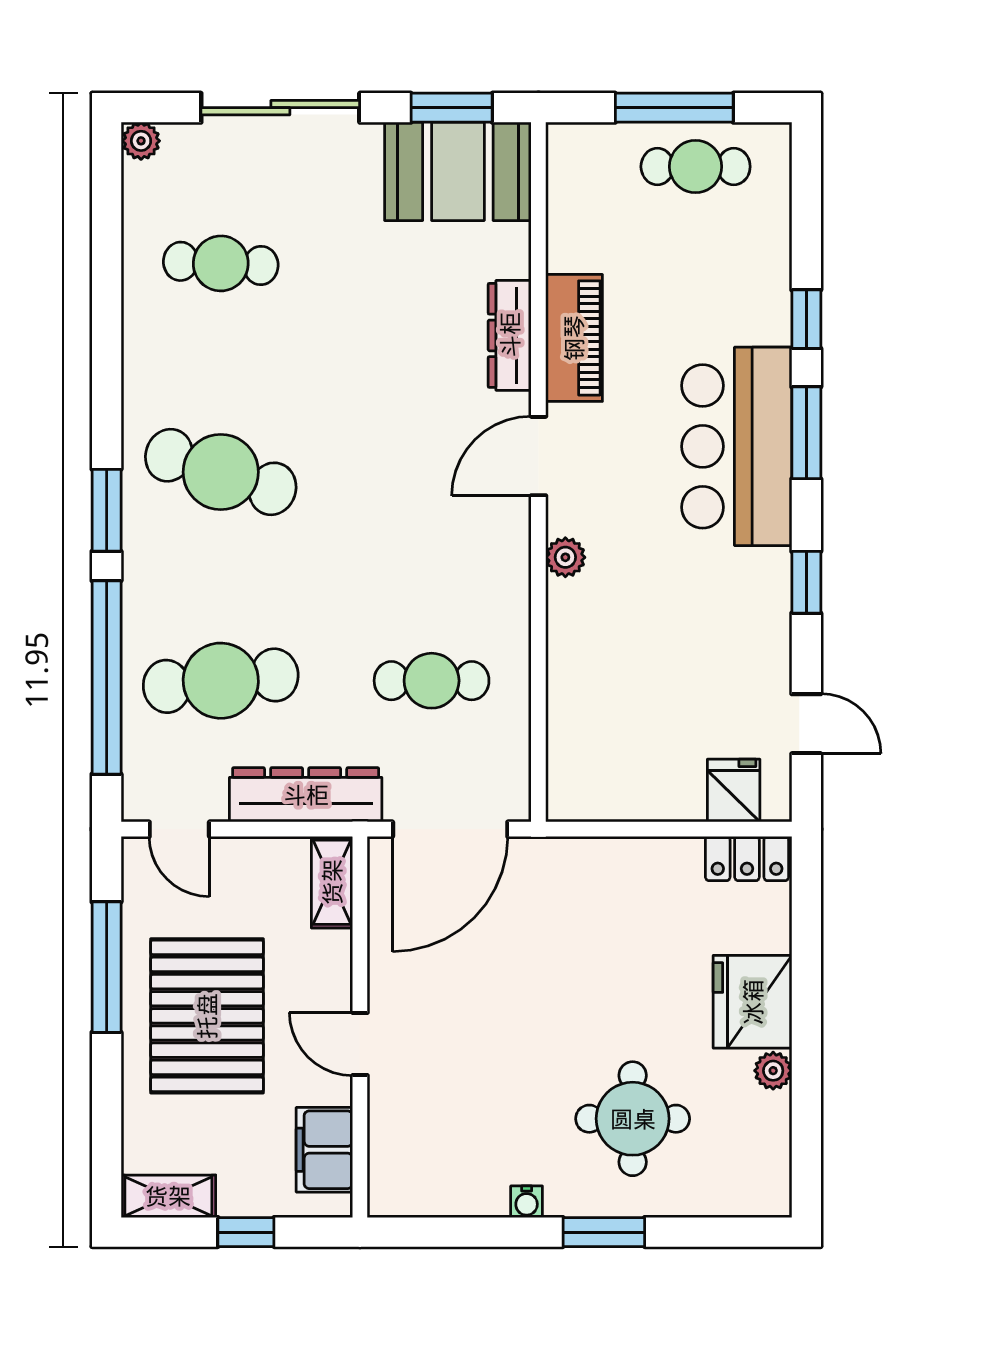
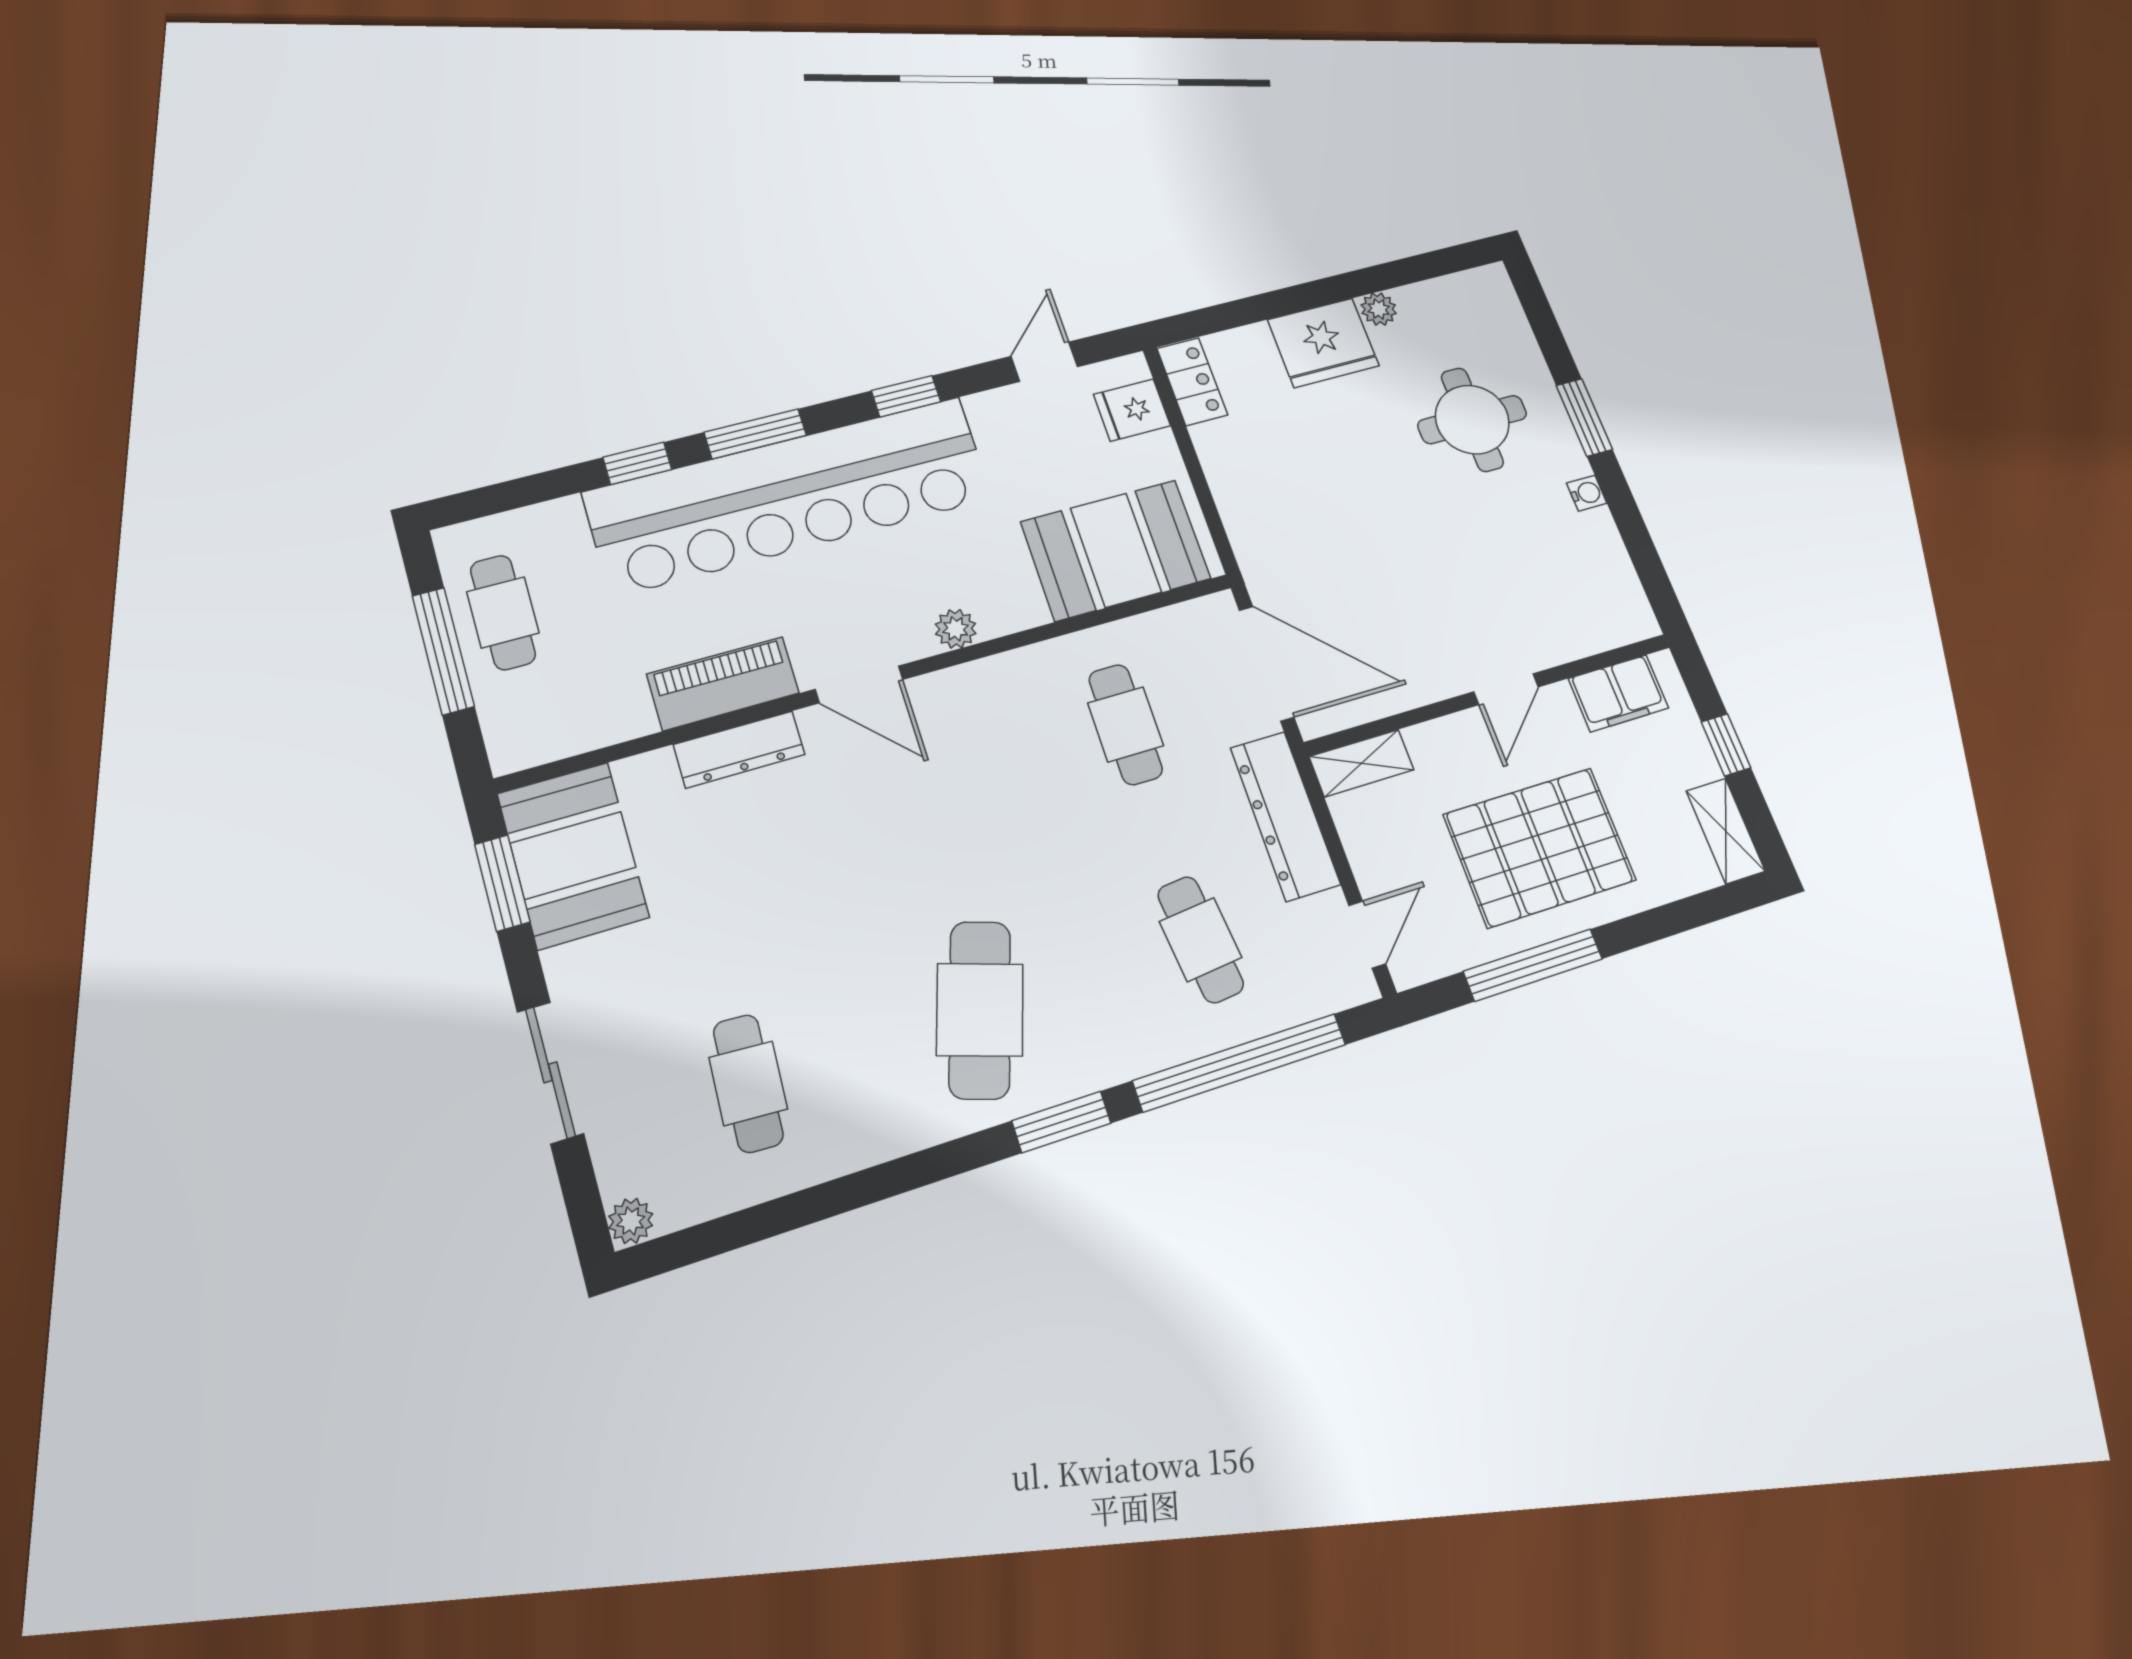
sliding door: (280, 108) -> (550, 1072), width x0.73
bar counter: (737, 446) -> (789, 495), width x1.86
cafe table: (221, 681) -> (1201, 939), width x0.73, depth x0.74
booth: (599, 728) -> (1116, 550), added

